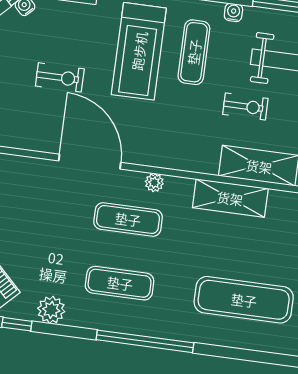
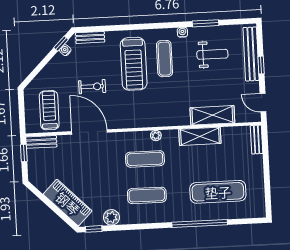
exercise bike: (245, 106) -> (199, 84), removed
door: (90, 162) -> (89, 132), moved
window: (145, 341) -> (200, 224), moved

